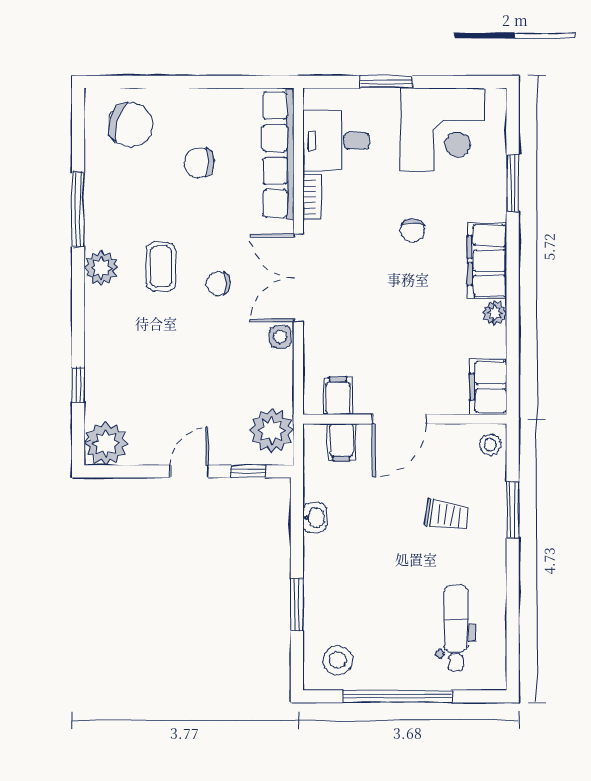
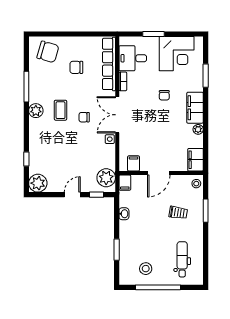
filing cabinet: (341, 442) -> (125, 183), moved
stool: (338, 660) -> (146, 269), moved

